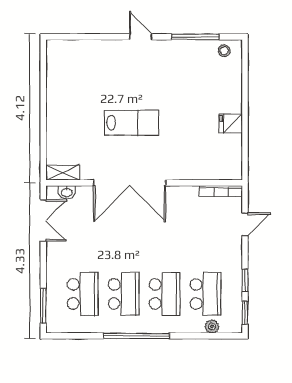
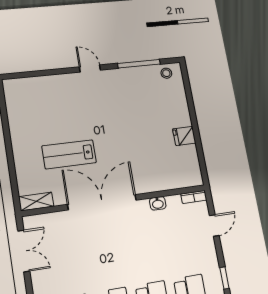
lab bench: (132, 123) -> (69, 154), moved, turned 180
double door: (130, 183) -> (102, 202), swing flipped
bookcase: (221, 191) -> (194, 197), width x0.64
washbasin: (67, 192) -> (158, 203), moved

